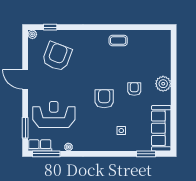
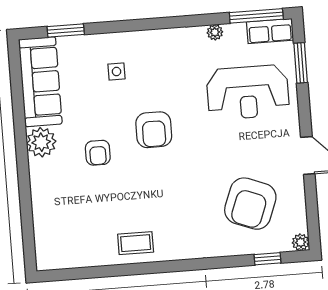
plant: (163, 84) -> (41, 142), moved

